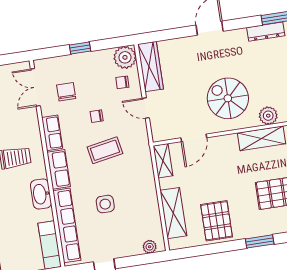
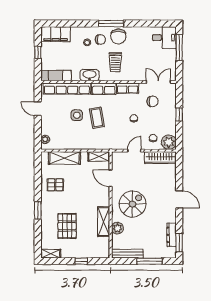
coffee table: (105, 150) -> (97, 118), moved
pallet: (217, 221) -> (55, 185), width x0.67, depth x0.71

